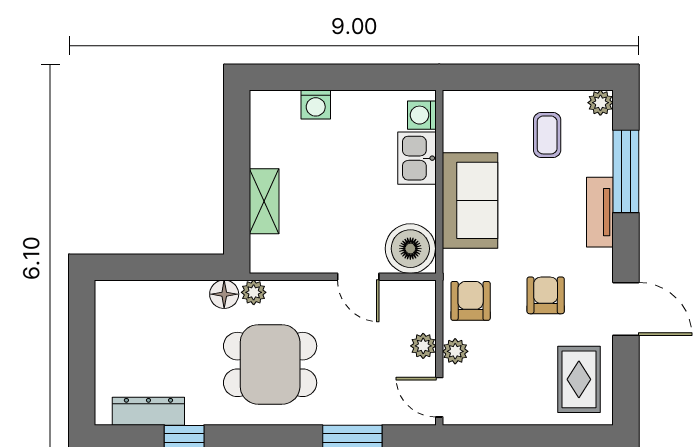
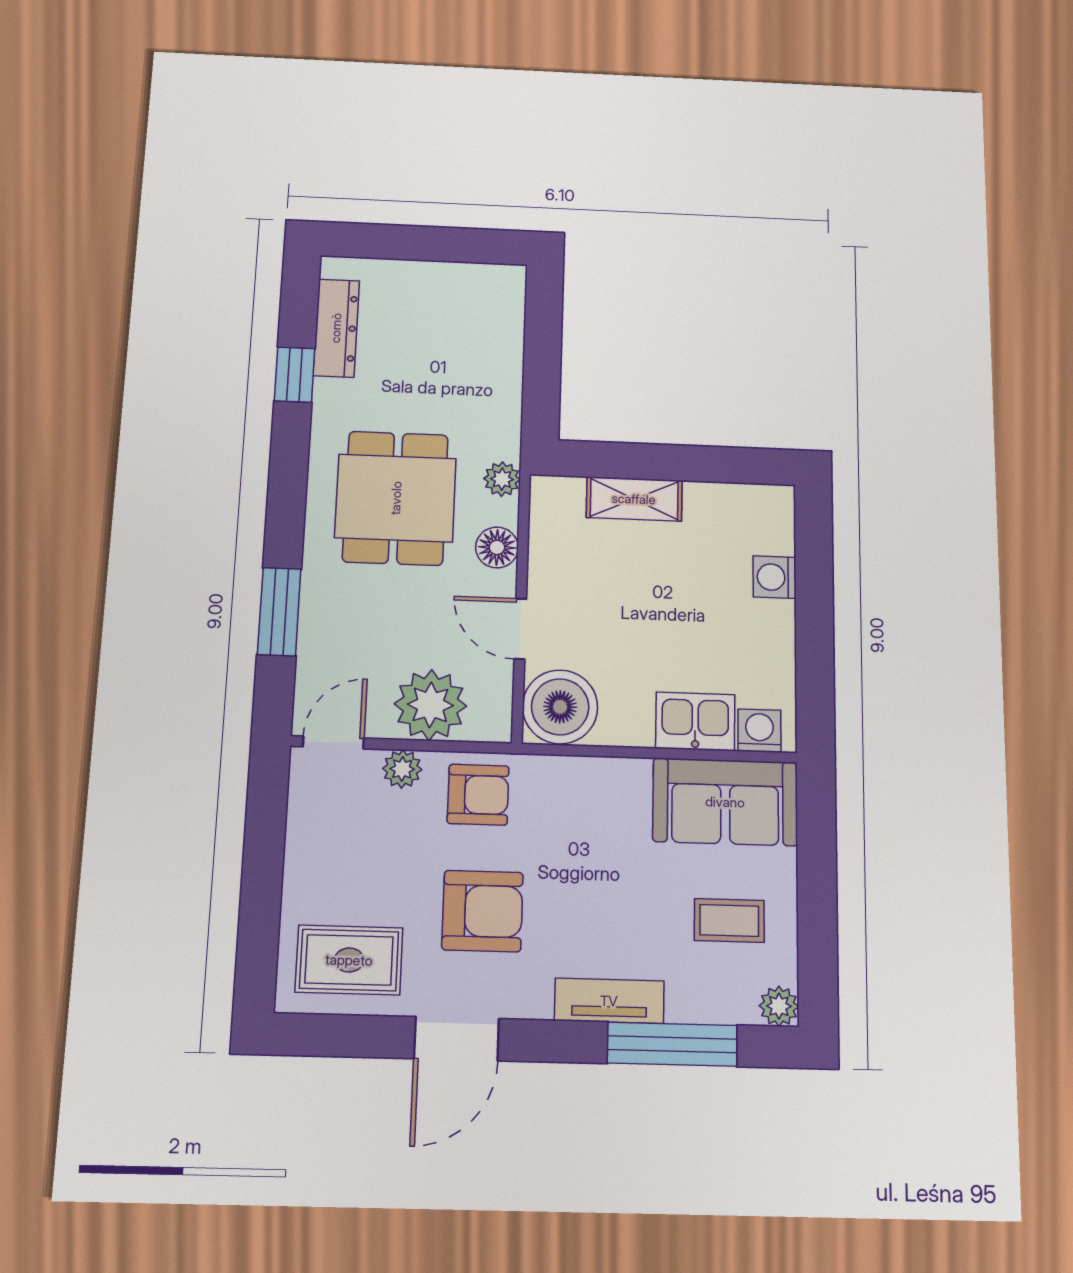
sofa: (470, 200) -> (725, 802), moved
door: (358, 277) -> (520, 629), hinge flipped
floor lamp: (224, 294) -> (497, 547), moved
armchair: (546, 295) -> (482, 911), width x1.38, depth x1.38
plant: (423, 346) -> (430, 705), width x1.87, depth x1.87

